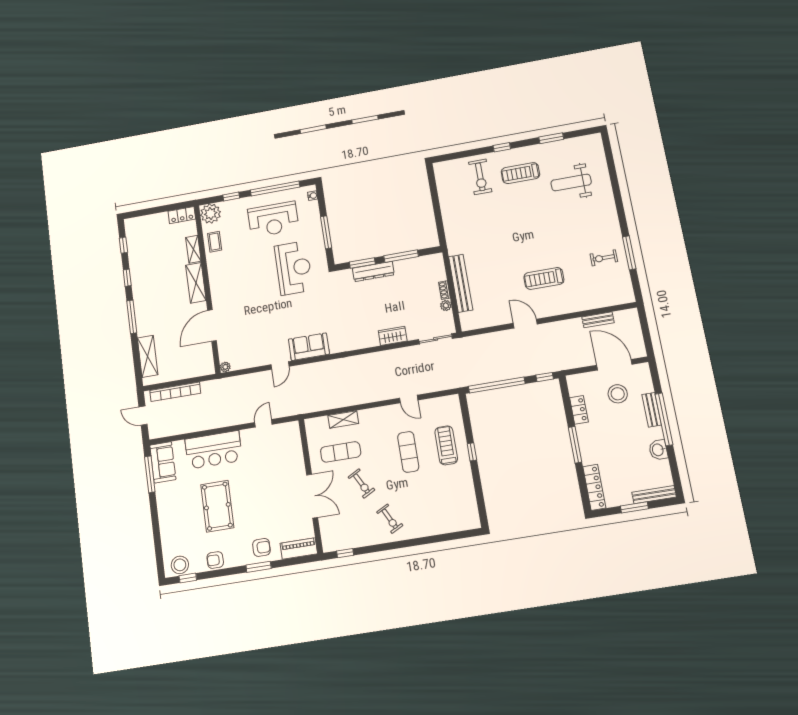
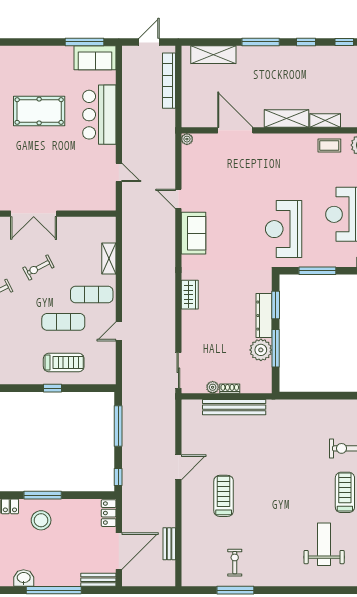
reception desk: (294, 268) -> (284, 229), turned 90
plant: (405, 269) -> (261, 350), added
wardrobe: (393, 336) -> (190, 295), moved
window: (497, 385) -> (118, 426), width x0.68
stool: (618, 394) -> (41, 520), moved
locker: (579, 410) -> (109, 513), moved, turned 90
bench: (652, 410) -> (98, 580), moved
exercise mat: (341, 452) -> (92, 295), moved, turned 90

